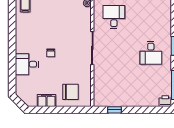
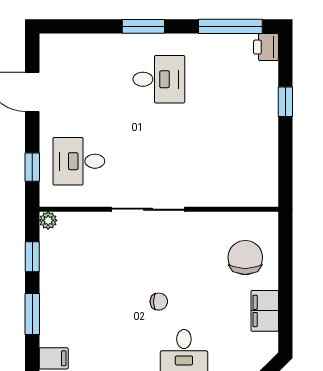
window: (115, 110) -> (285, 102), moved

